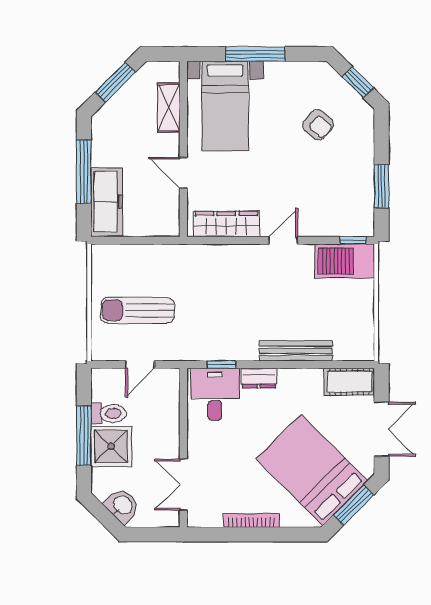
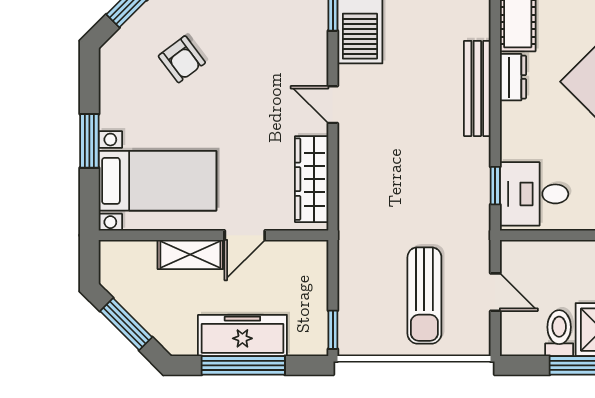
window: (256, 54) -> (89, 141), width x0.69
shelving: (169, 108) -> (190, 254), moved
armchair: (318, 125) -> (182, 59), turned 102
freezer: (107, 202) -> (242, 336), moved
window: (111, 240) -> (333, 330), added
dresser: (259, 378) -> (513, 77), moved

